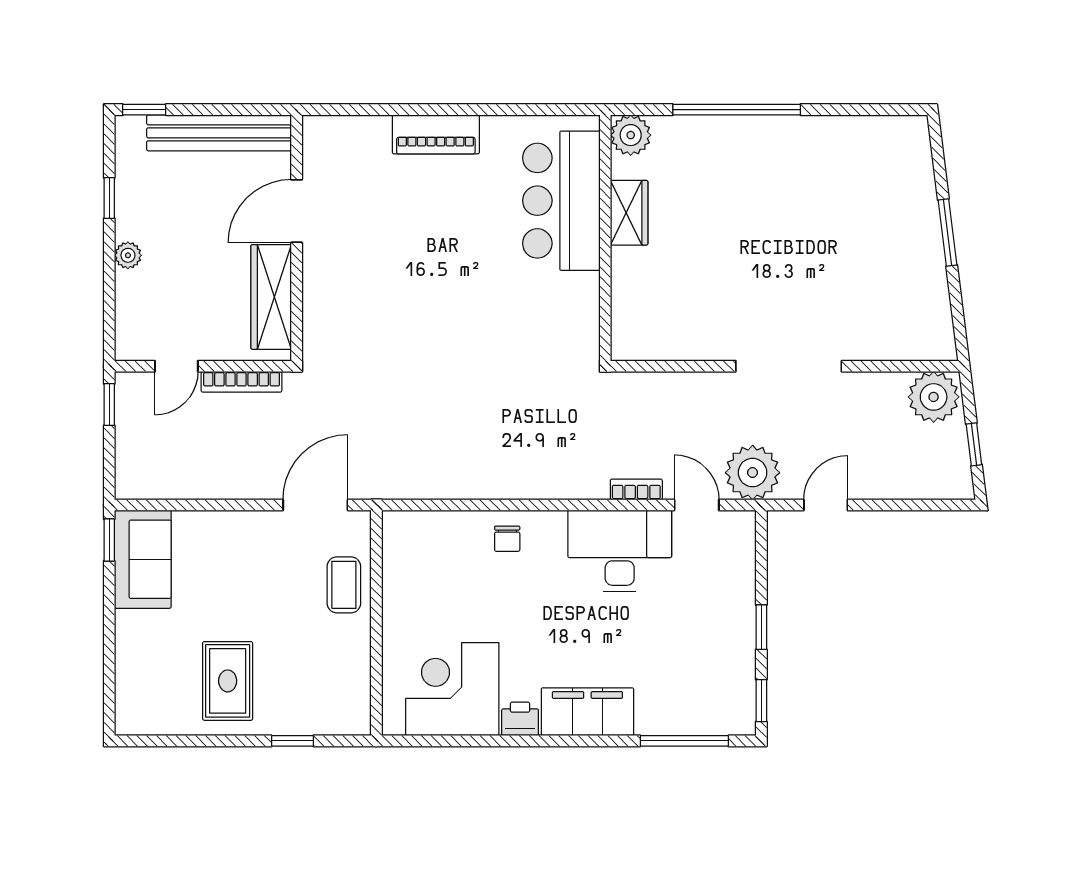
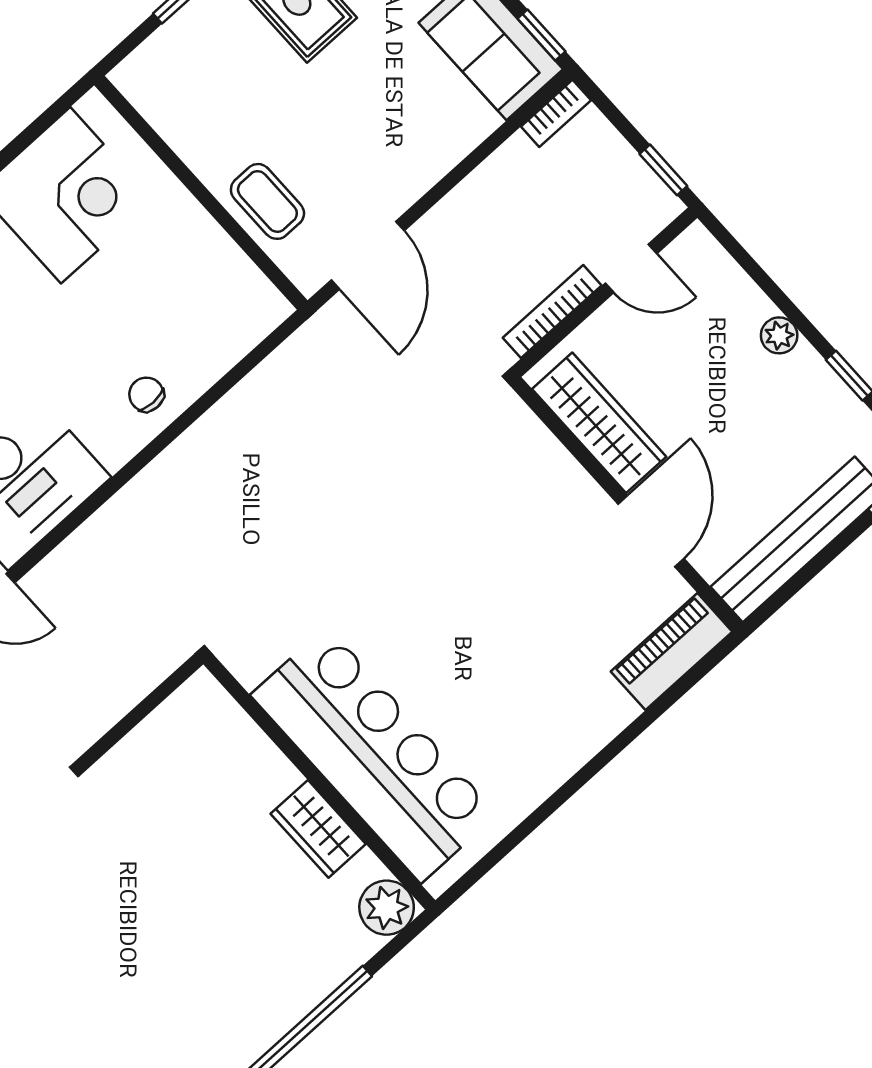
piano: (436, 134) -> (672, 652), moved
bar counter: (561, 201) -> (374, 755), width x1.36
door: (176, 366) -> (631, 268), swing flipped
bookcase: (636, 489) -> (556, 113), moved

